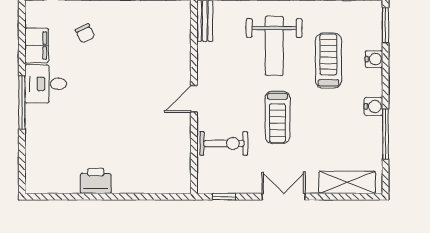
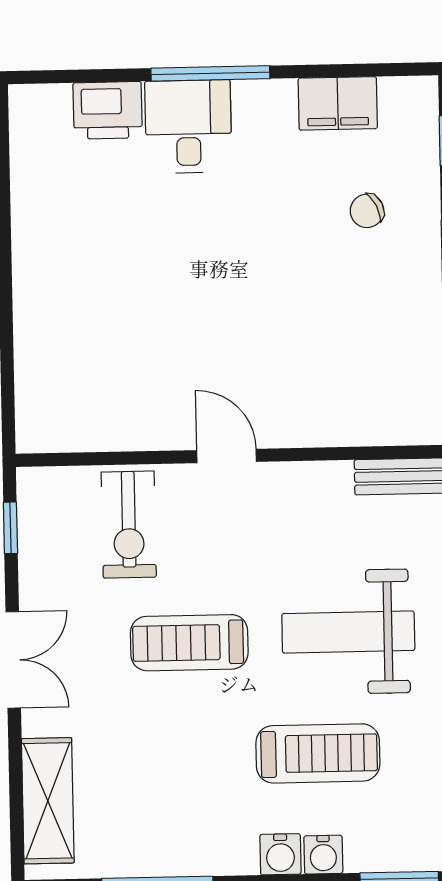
desk: (46, 84) -> (188, 127), moved
water cooler: (373, 106) -> (280, 854), moved
printer: (96, 181) -> (108, 110), moved, turned 90

